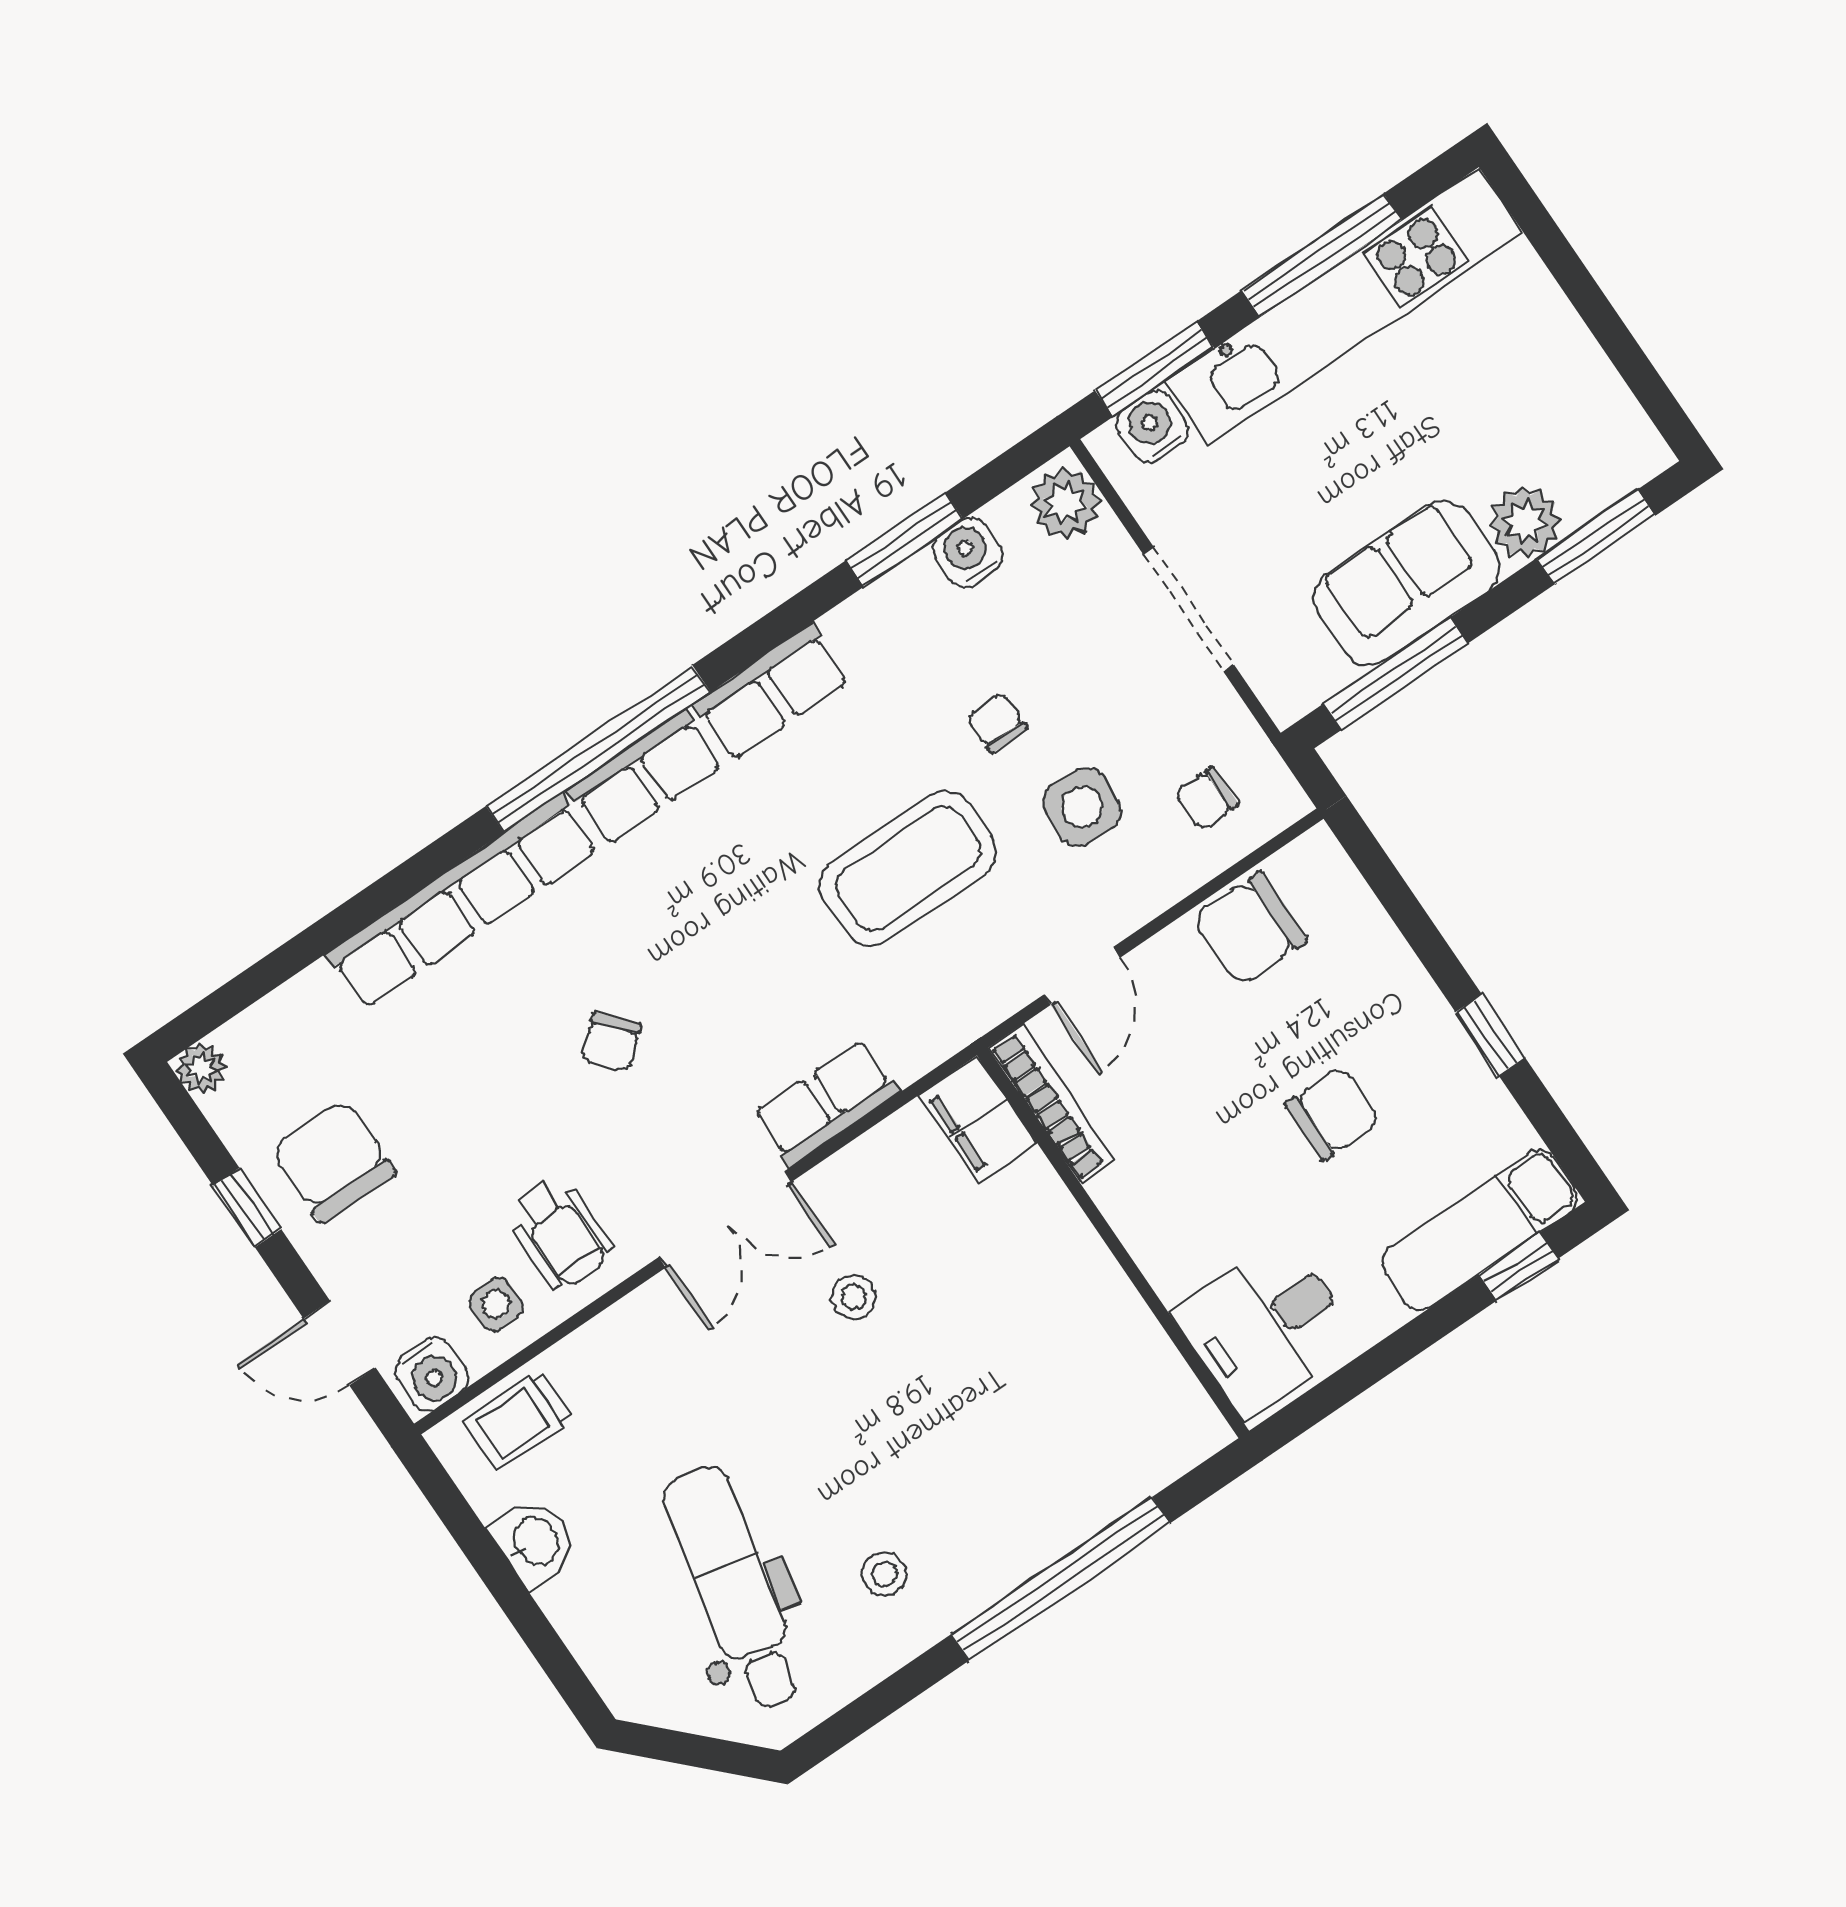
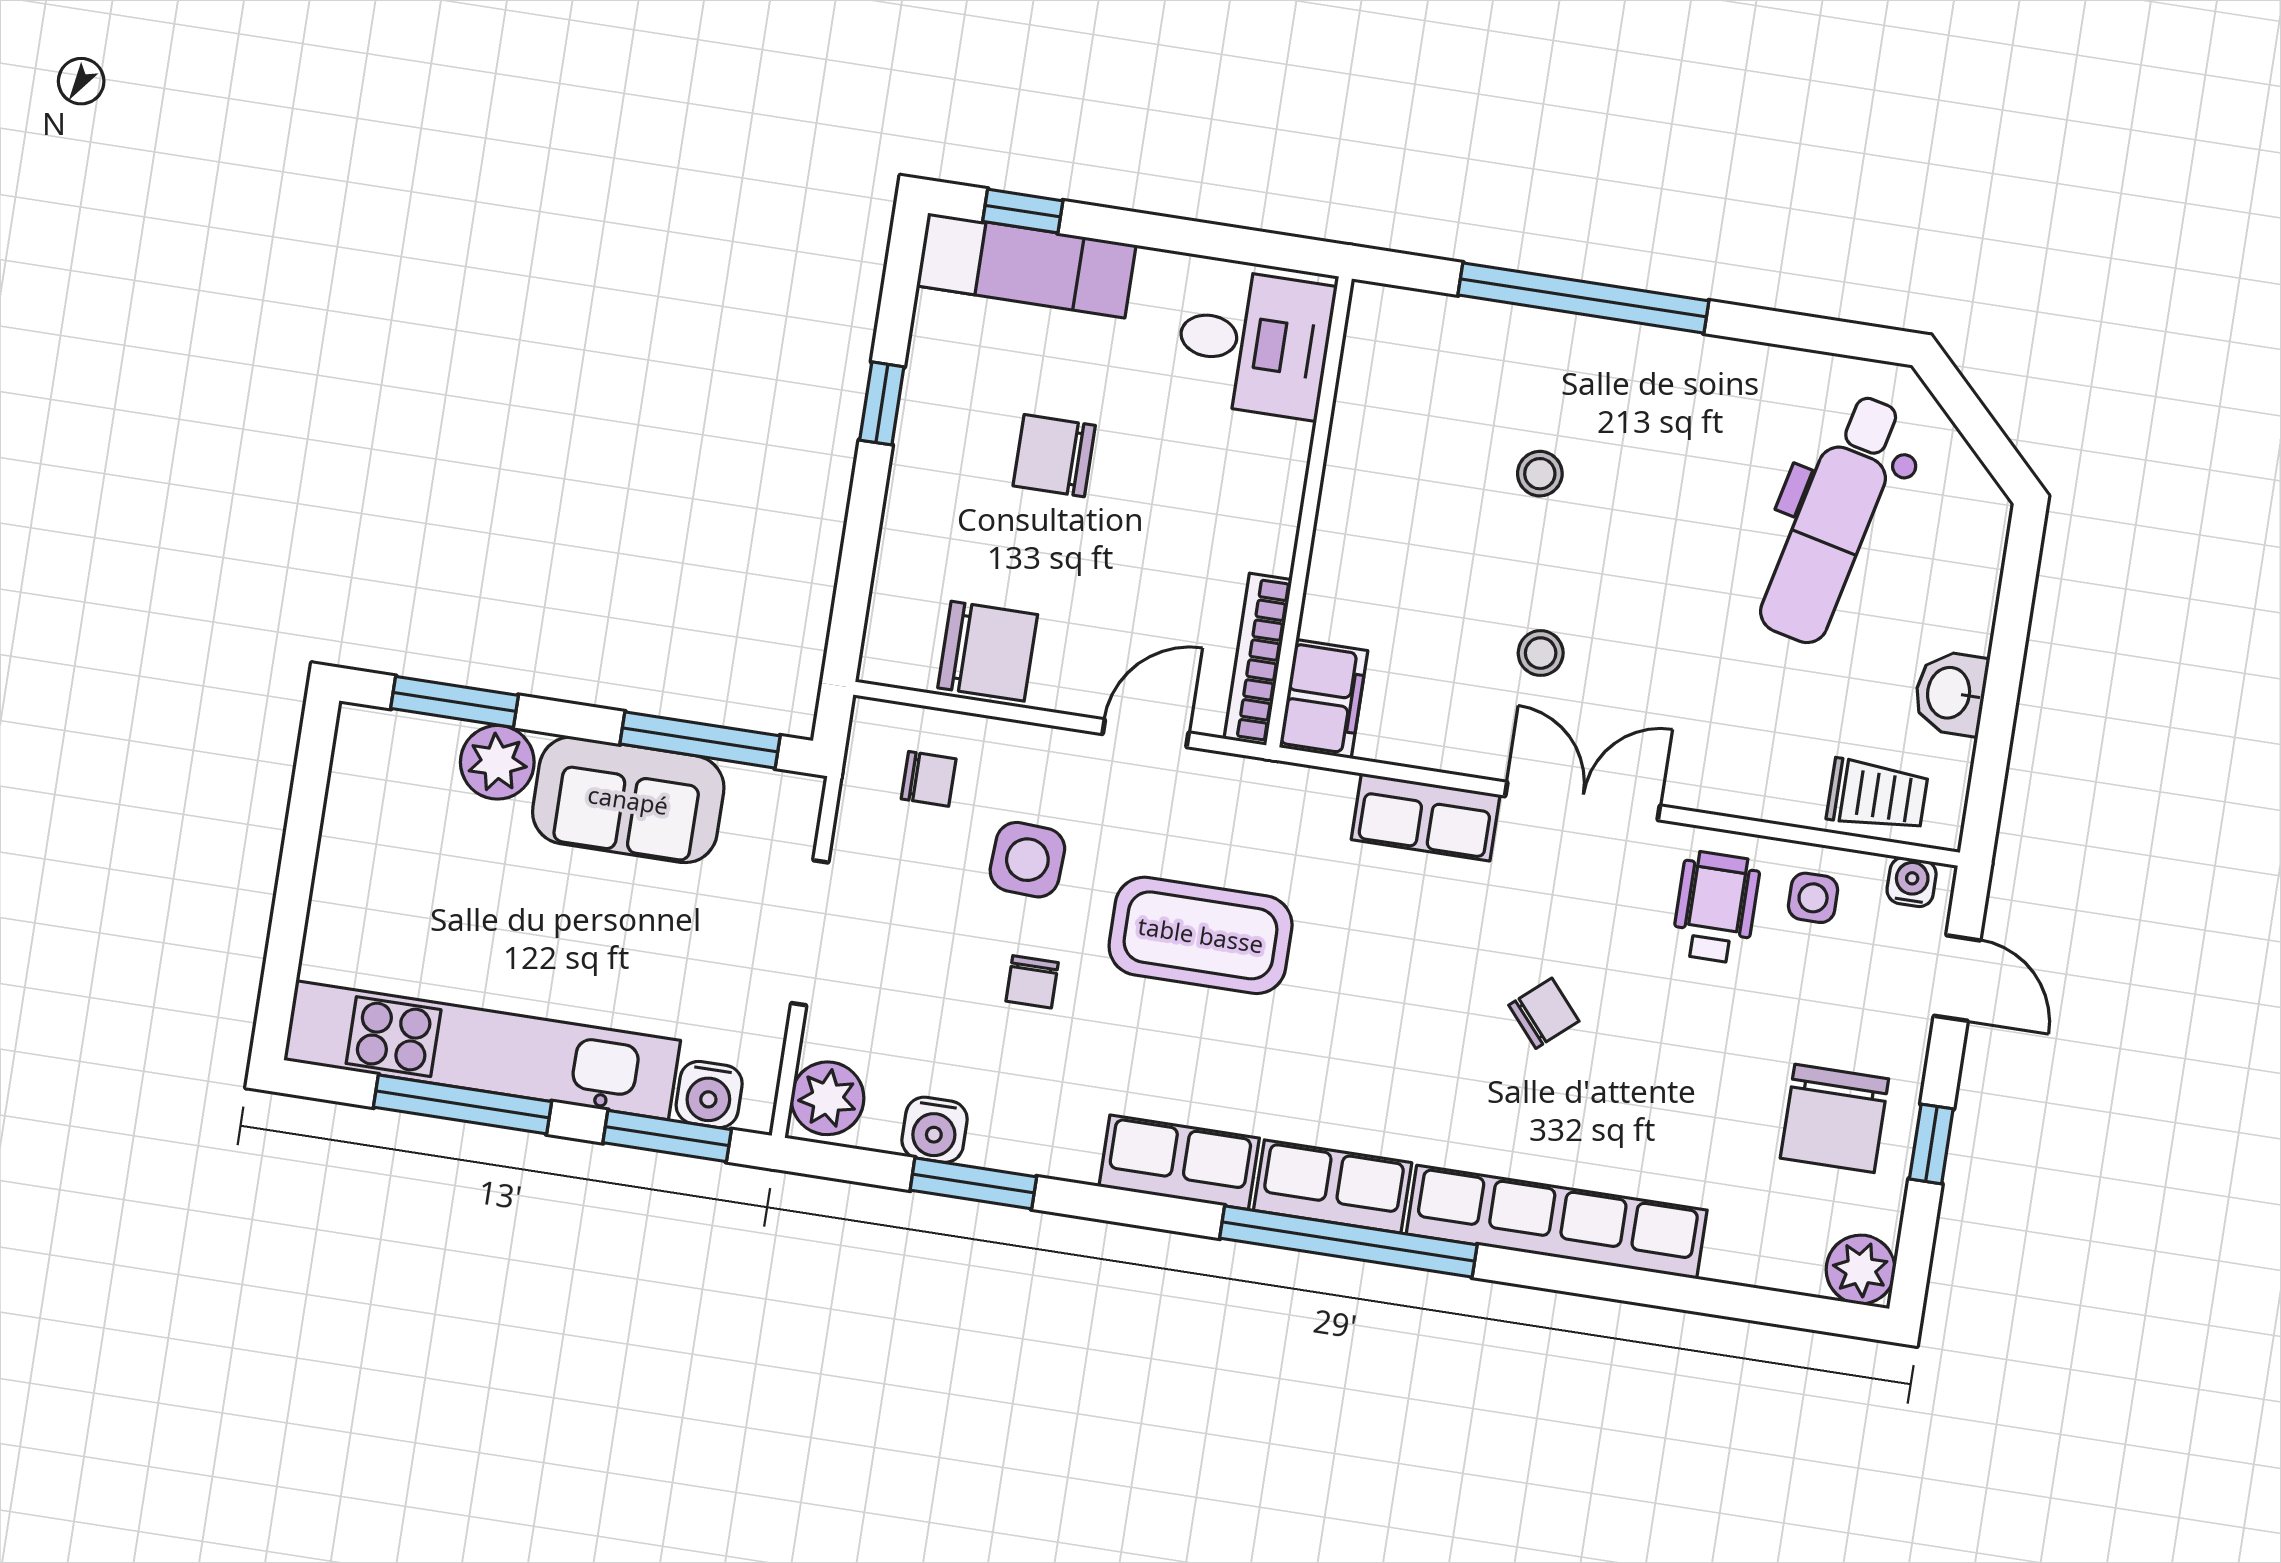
plant: (201, 1068) -> (1861, 1270), width x1.38, depth x1.38
water cooler: (431, 1374) -> (1912, 882), width x0.72, depth x0.72
stool: (884, 1574) -> (1540, 474), moved

